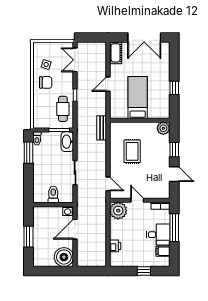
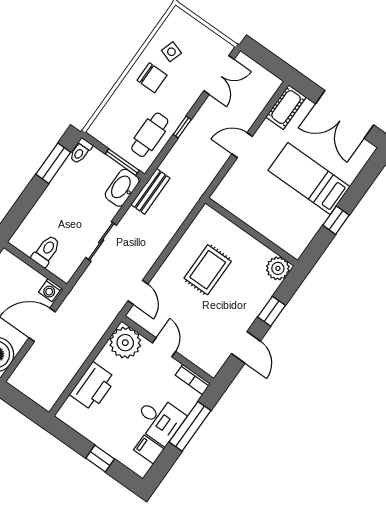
double door: (75, 60) -> (219, 75), swing flipped
bed: (138, 97) -> (309, 179), moved, turned -90
bench: (102, 128) -> (151, 191), moved
printer: (115, 246) -> (93, 386), width x1.87, depth x1.48

